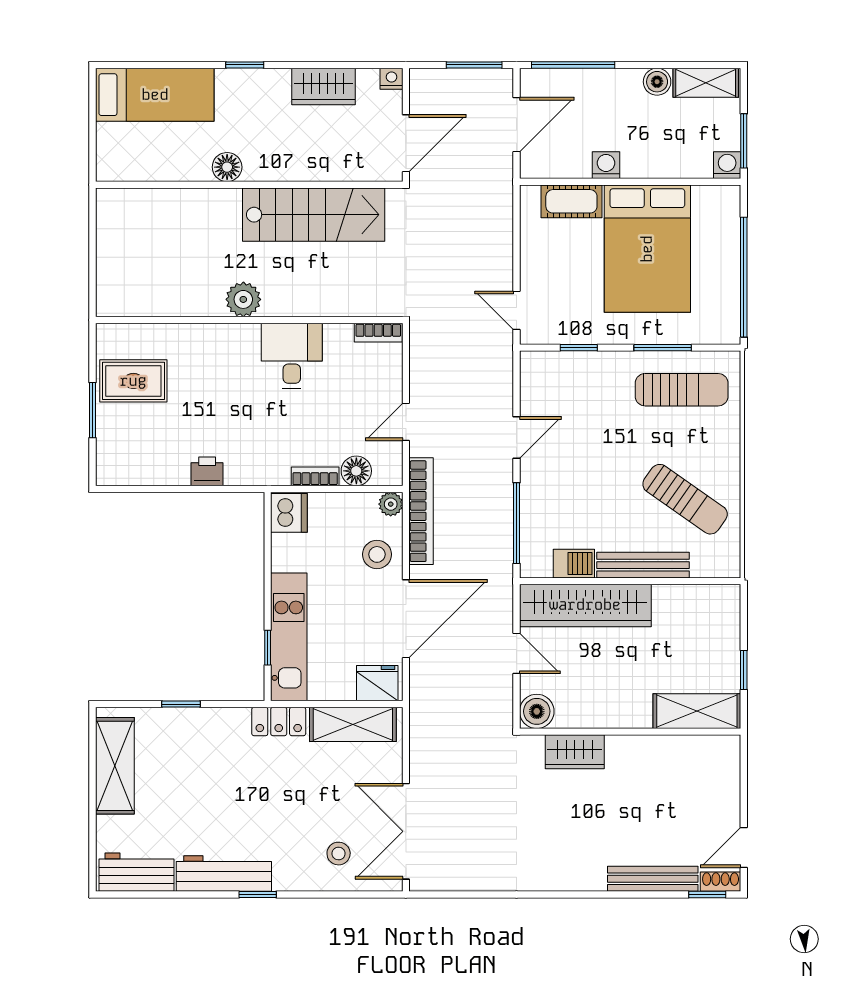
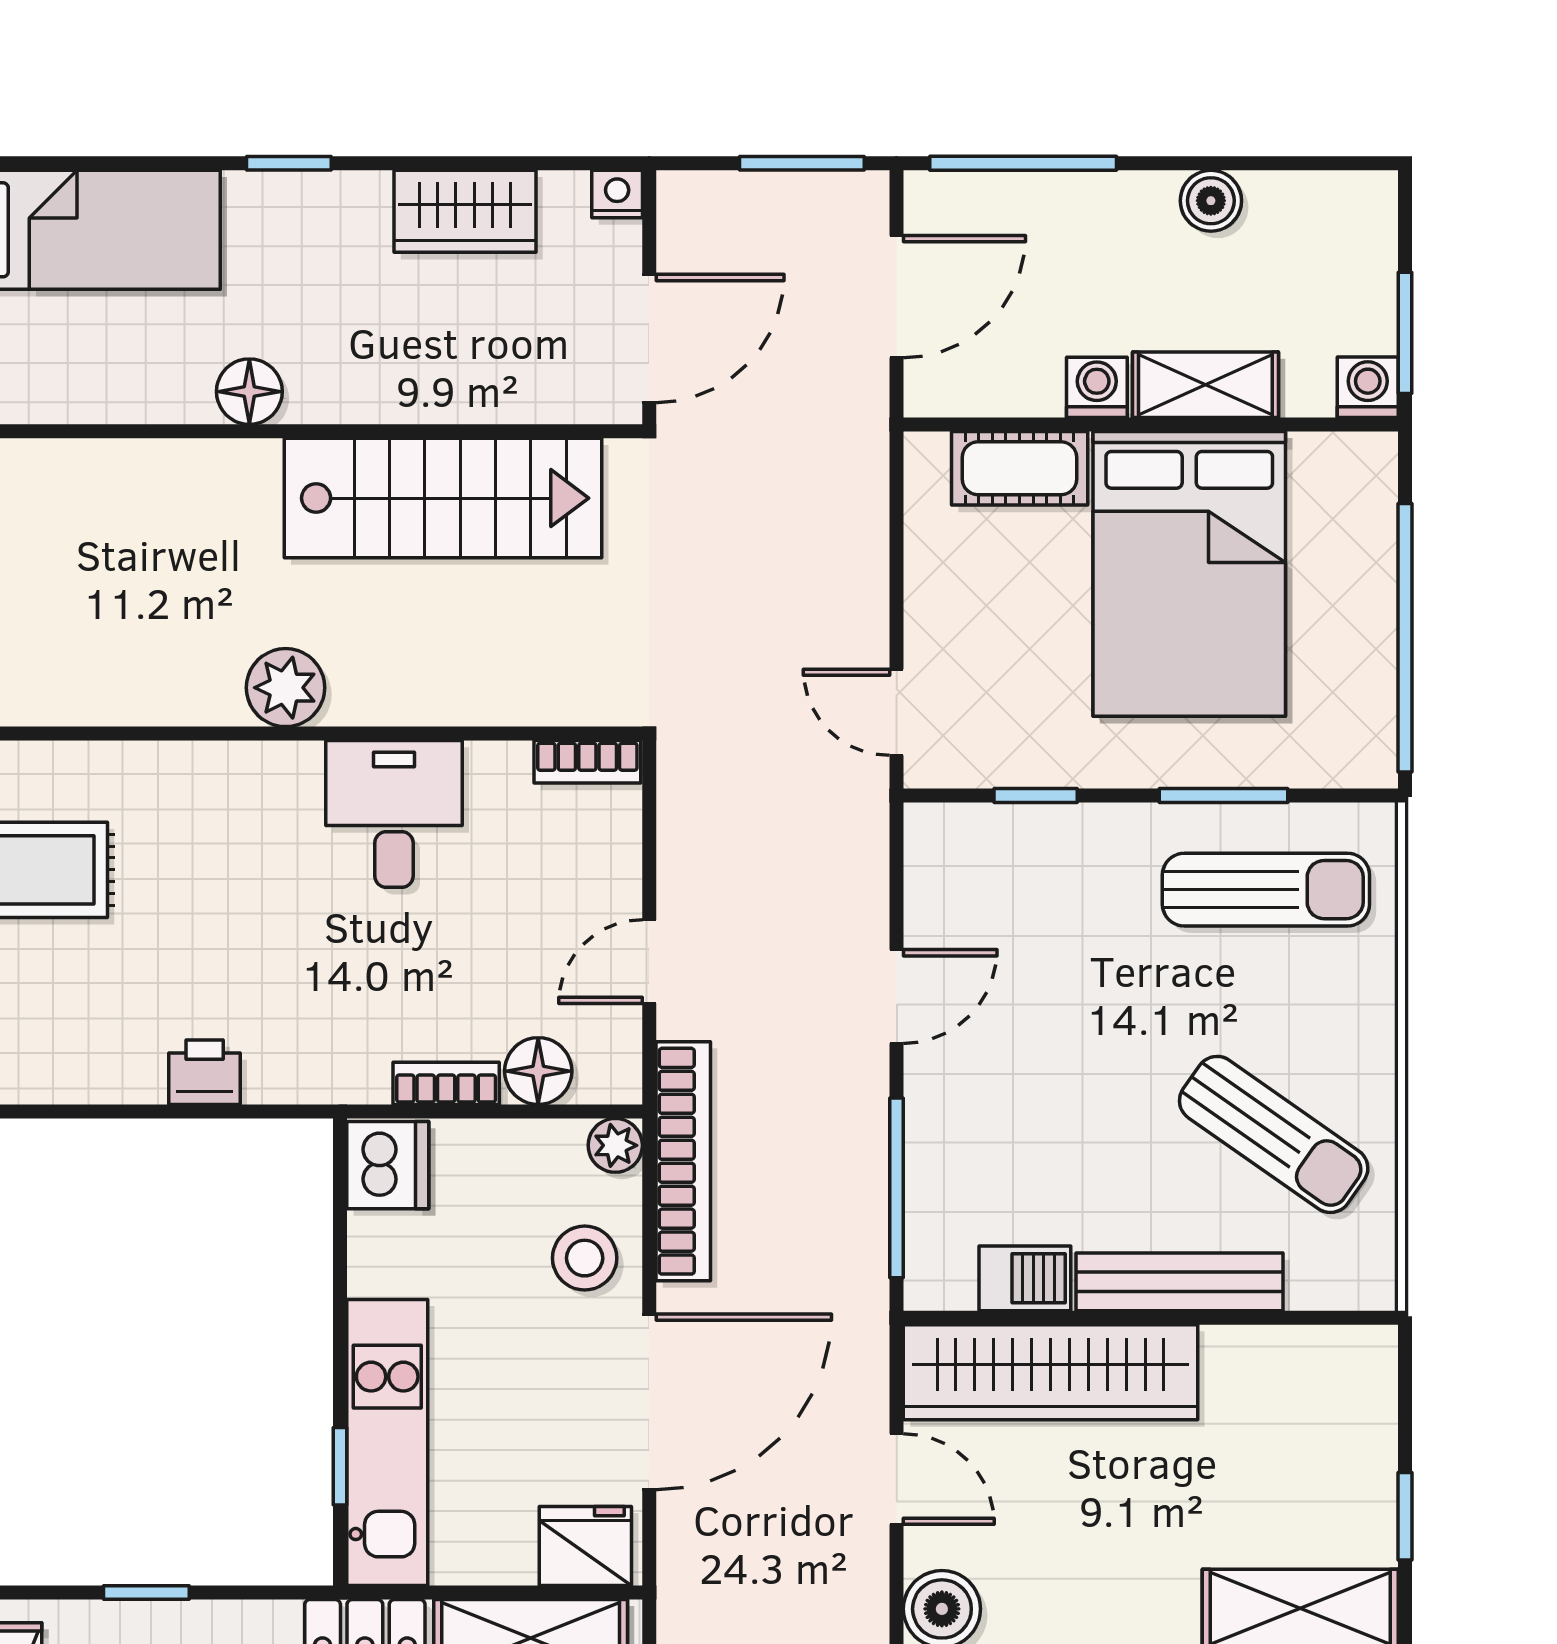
shelving: (706, 83) -> (1205, 385), moved

